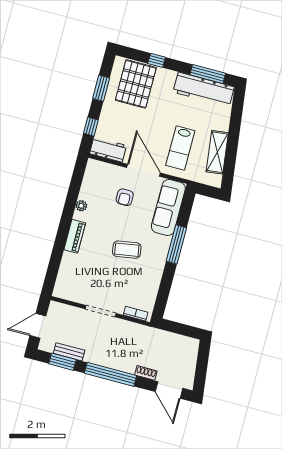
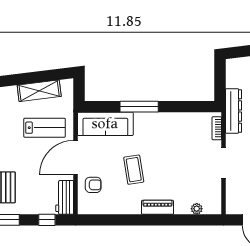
armchair: (125, 197) -> (93, 185), moved
plant: (81, 206) -> (197, 209), moved
coffee table: (127, 250) -> (134, 170), moved
dresser: (148, 334) -> (233, 111), added

